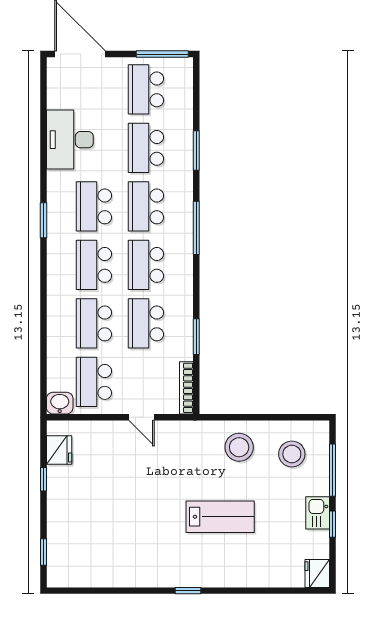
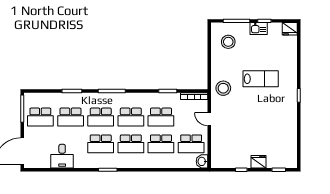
desk: (70, 140) -> (62, 156), width x0.73
door: (142, 417) -> (209, 119), swing flipped
stool: (239, 447) -> (223, 88), moved
fridge: (59, 450) -> (259, 162), moved
lab bench: (220, 517) -> (261, 79), turned 90

